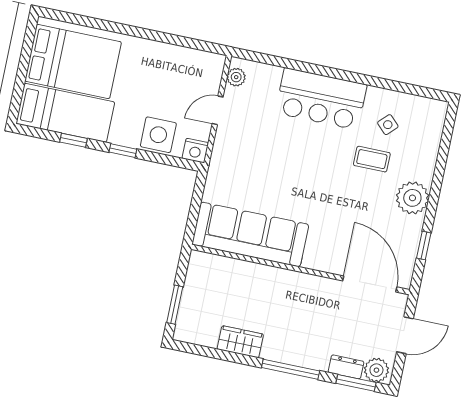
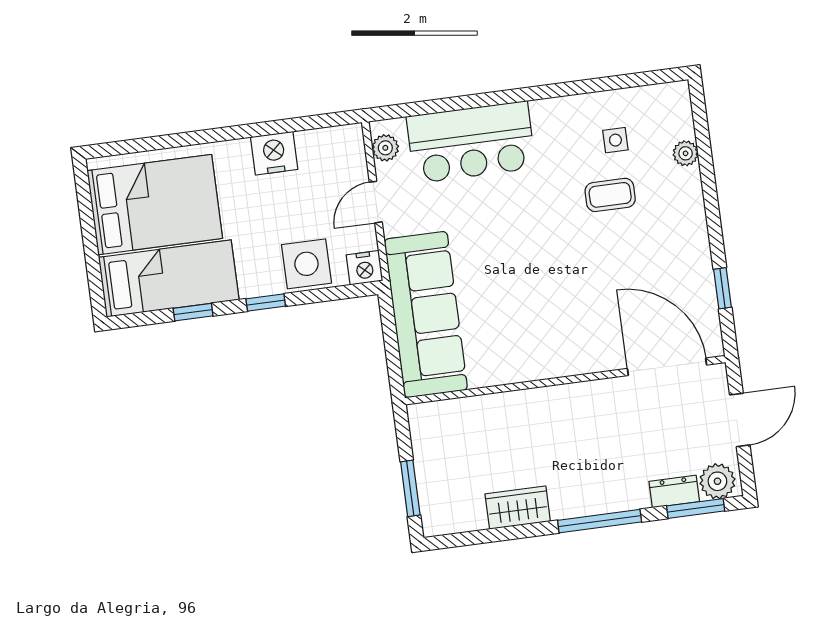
nightstand: (162, 55) -> (274, 153), added
bar counter: (321, 99) -> (471, 142), moved
side table: (388, 125) -> (615, 140), turned 45
plant: (412, 198) -> (686, 153), moved, width x0.53, depth x0.53
sofa: (250, 234) -> (426, 315), moved, turned 90

